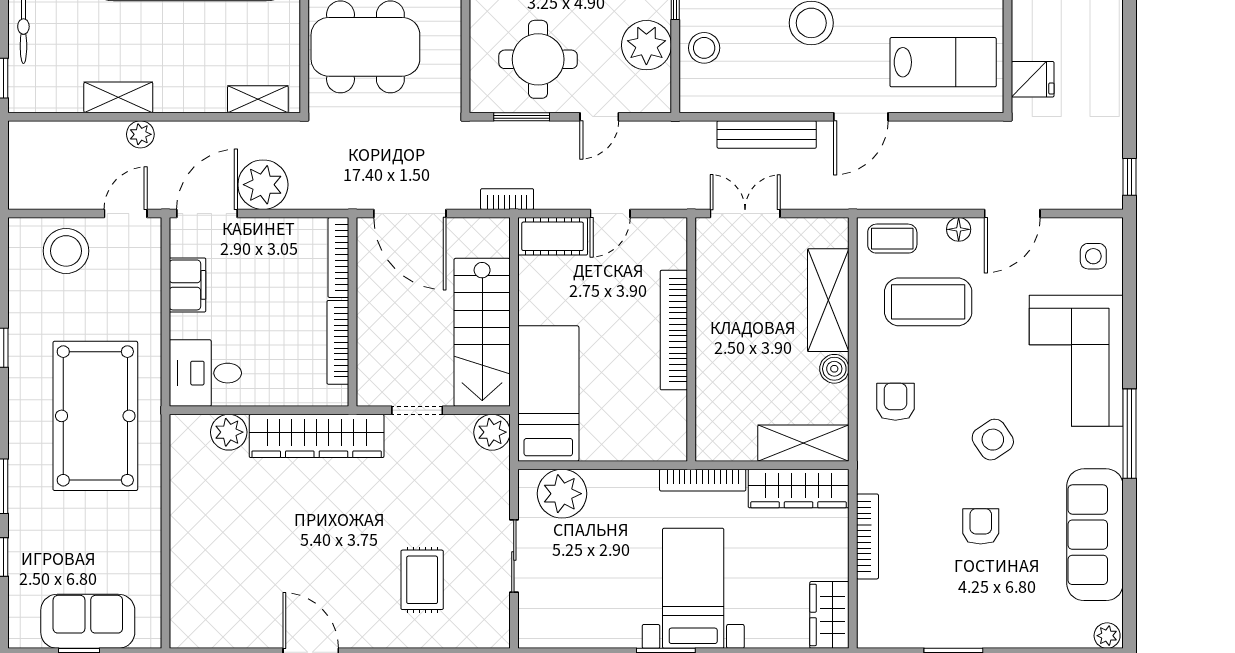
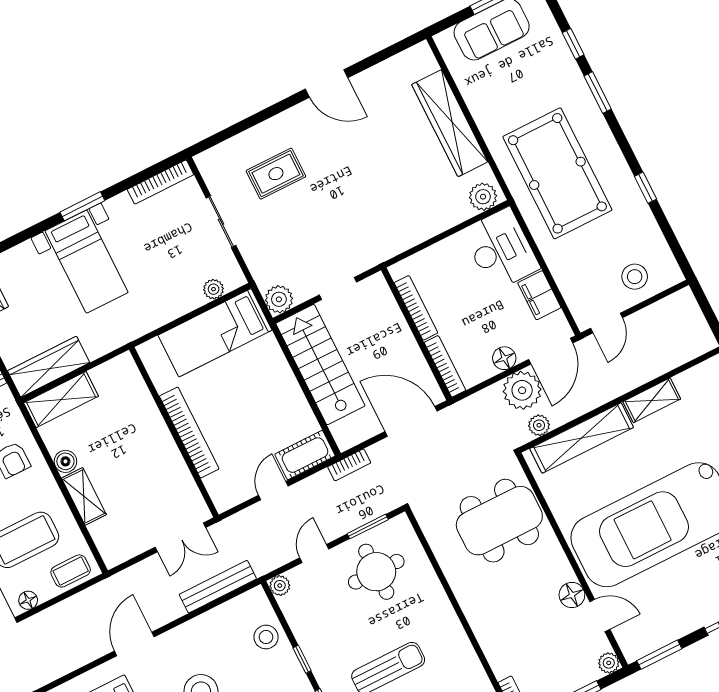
plant: (646, 45) -> (280, 586), moved, width x0.53, depth x0.53
shelving: (258, 99) -> (582, 438), width x2.20, depth x1.33
plant: (140, 134) -> (539, 425), moved
bench: (767, 134) -> (218, 587), moved
floor lamp: (265, 232) -> (504, 358), added
stool: (66, 251) -> (635, 277), width x0.73, depth x0.73
shelving: (828, 300) -> (84, 496), width x0.67, depth x0.75
desk: (205, 373) -> (501, 249), width x1.37
bed: (548, 394) -> (215, 333), moved, turned 90
plant: (229, 432) -> (483, 197), moved
wardrobe: (317, 436) -> (450, 123), moved, turned -90
bookcase: (703, 480) -> (160, 182), moved, turned 180
plant: (562, 494) -> (214, 289), width x0.53, depth x0.53
rug: (422, 580) -> (276, 174), turned 90

